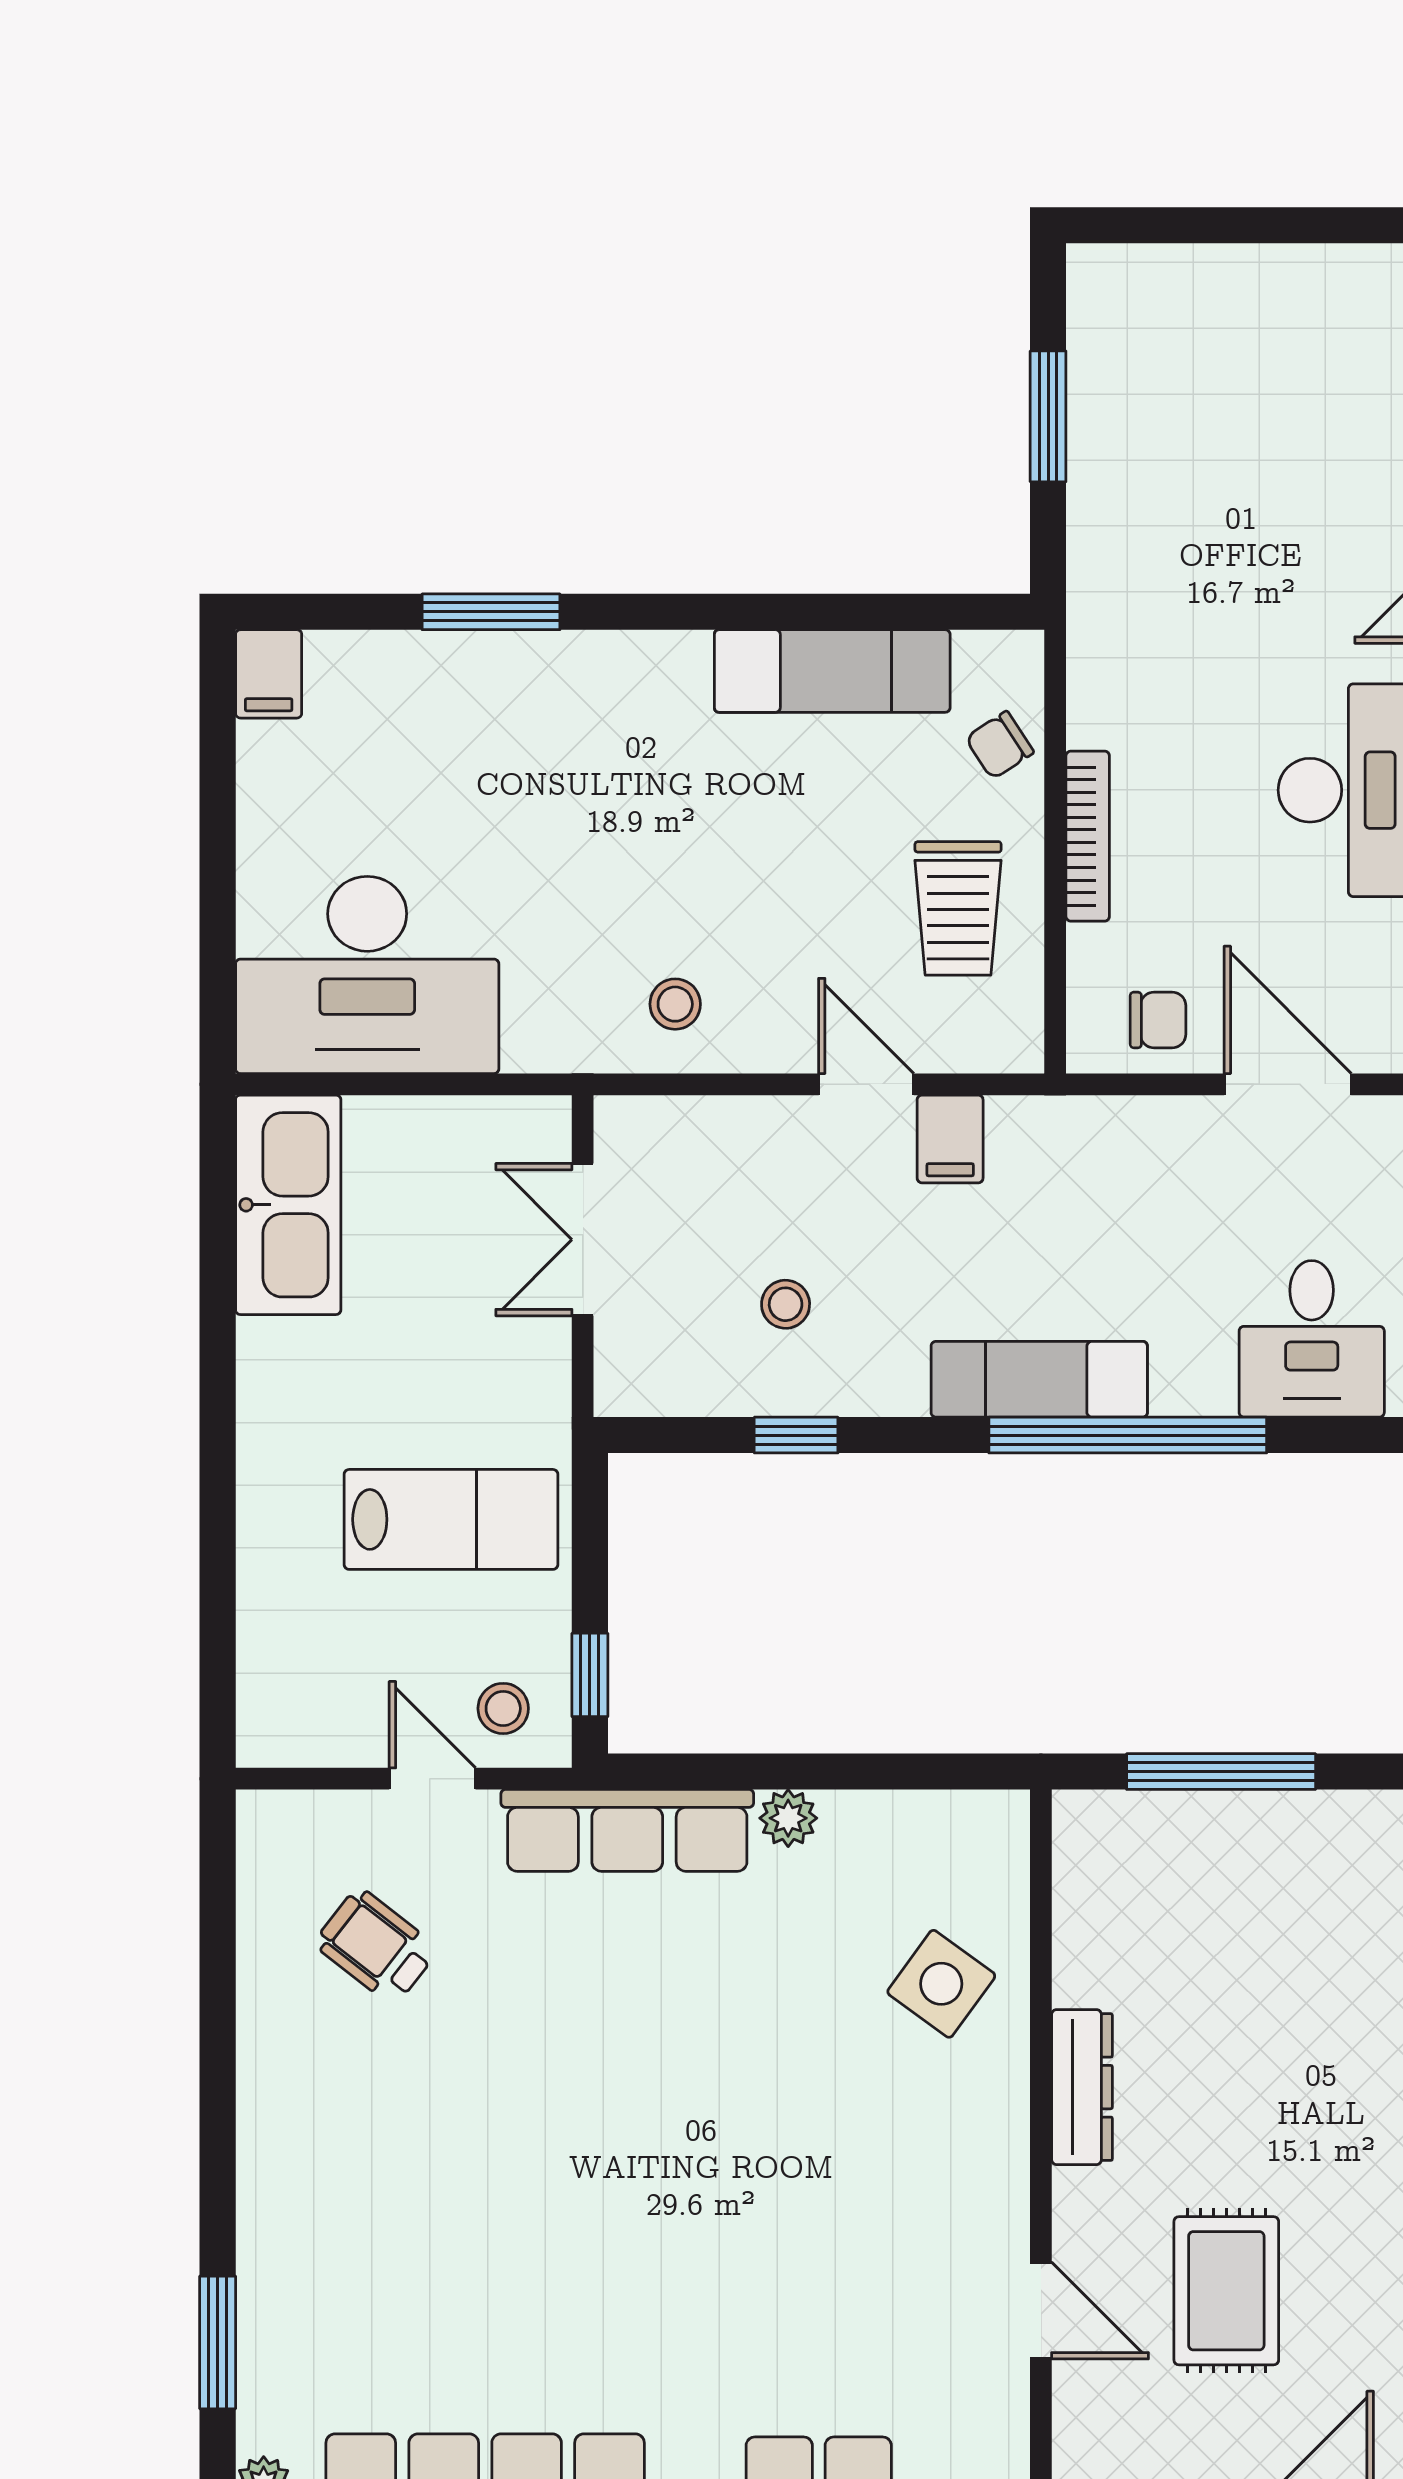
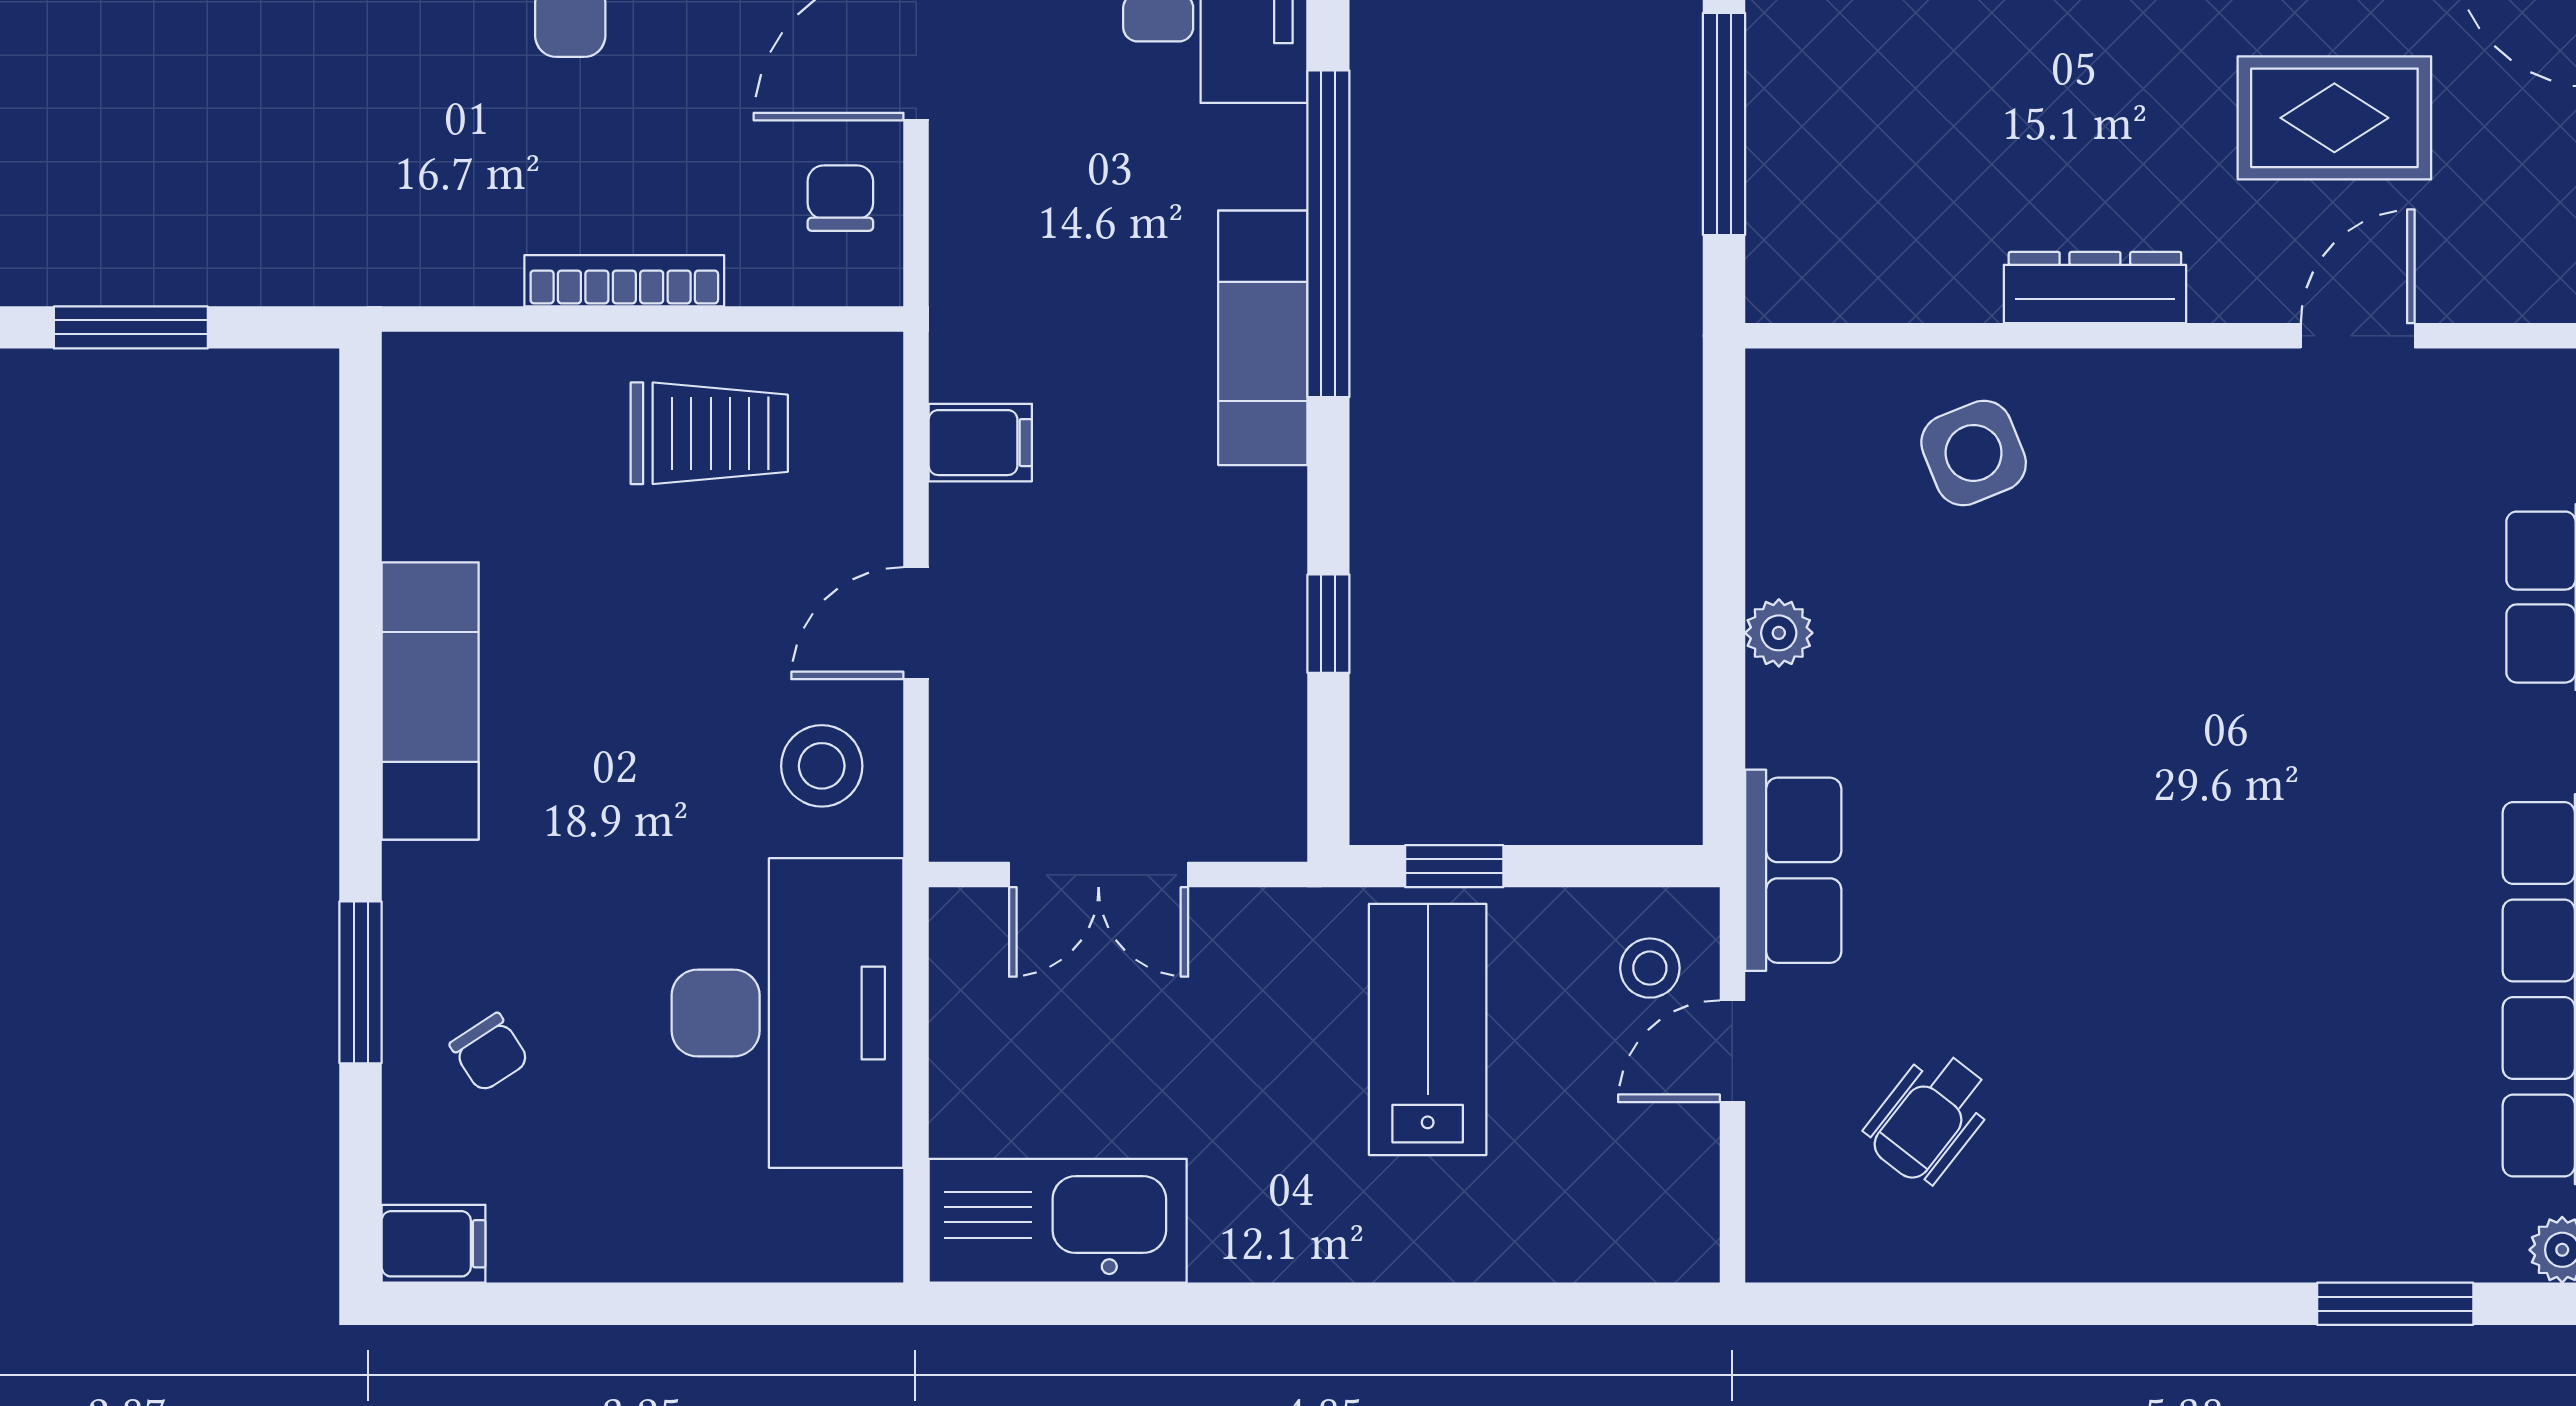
exam couch: (832, 671) -> (430, 701), moved
chair: (1000, 745) -> (489, 1053), moved
desk: (367, 975) -> (787, 1013), moved
stool: (675, 1004) -> (822, 766), width x1.37, depth x1.37
door: (866, 1084) -> (916, 623), moved
stool: (786, 1304) -> (1175, 636), removed
window: (590, 1675) -> (1454, 866), moved
row of seats: (627, 1830) -> (1793, 870), width x0.68
side table: (941, 1984) -> (1974, 453), turned 32

